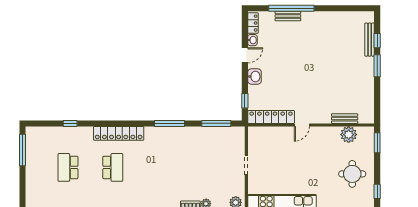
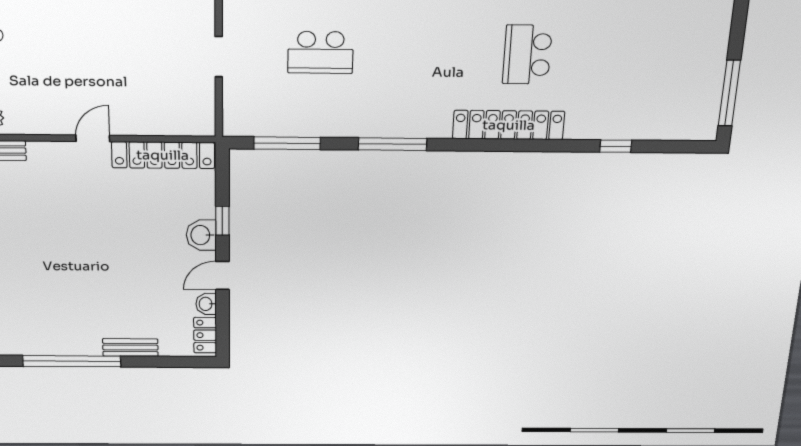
window: (291, 8) -> (72, 361), moved
window: (245, 101) -> (222, 221), moved
school desk: (68, 167) -> (321, 52), moved, turned 90

